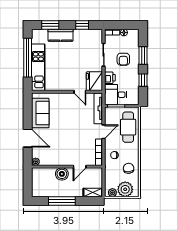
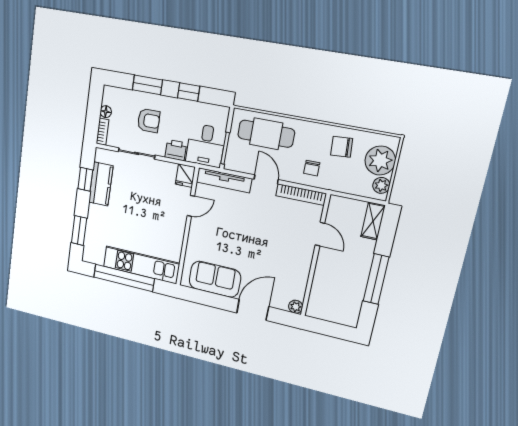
kitchen counter: (61, 35) -> (101, 184), moved
fridge: (94, 81) -> (185, 176), width x0.53, depth x0.75
boiler: (62, 174) -> (327, 268), removed

